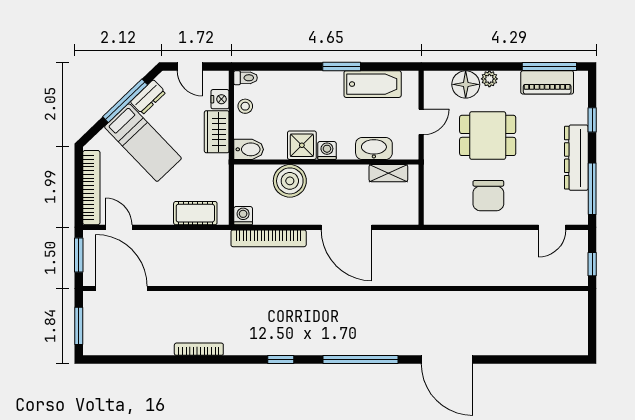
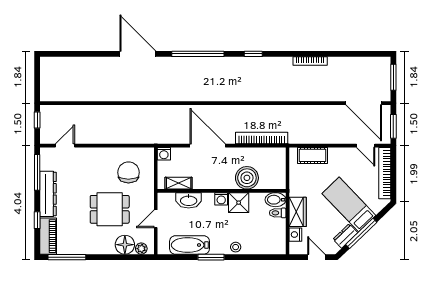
toilet: (246, 78) -> (278, 213), moved
plant: (489, 79) -> (141, 249), moved
piano: (547, 82) -> (48, 236), moved, turned 90
stool: (245, 106) -> (236, 247), moved
chair: (488, 196) -> (128, 172), moved
washing machine: (243, 216) -> (164, 154), moved

